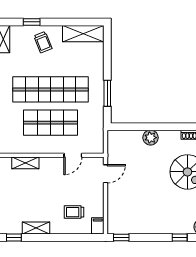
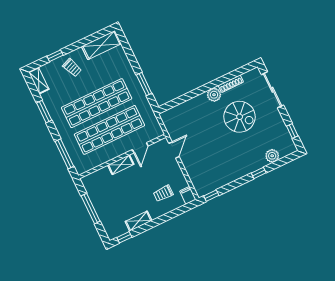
shop shelf: (51, 123) -> (109, 130), width x1.40
plant: (151, 138) -> (214, 95), moved
shelving: (25, 163) -> (121, 165), moved

